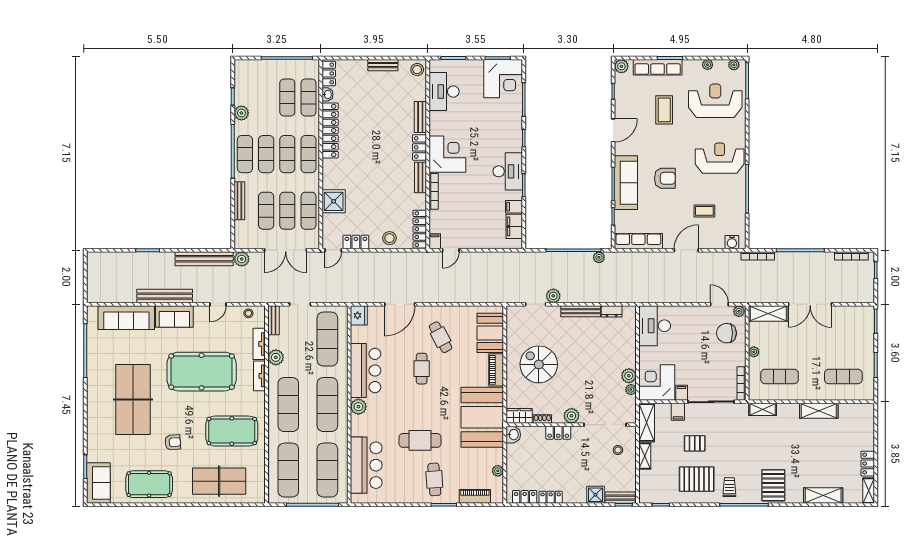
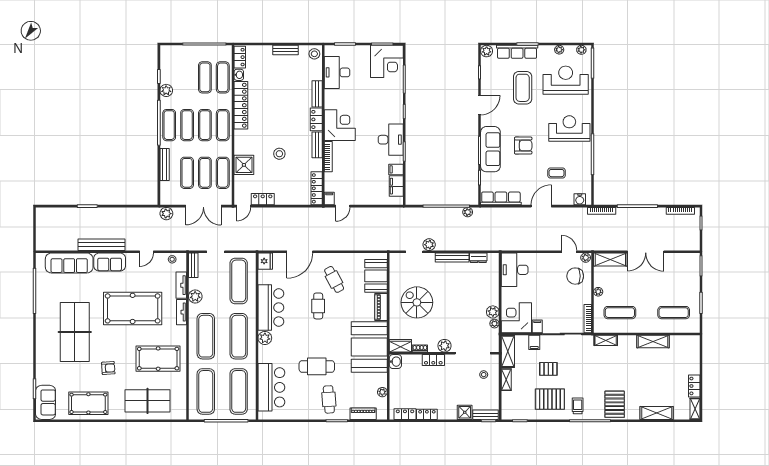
coffee table: (664, 110) -> (523, 88), width x1.36, depth x1.32
stool: (389, 238) -> (279, 154), moved
bench: (204, 259) -> (135, 213), removed

